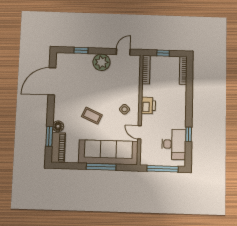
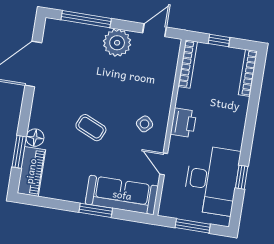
window: (81, 50) -> (86, 19), width x2.17
desk: (174, 144) -> (212, 180), width x1.36, depth x1.30
sofa: (108, 152) -> (122, 195), width x0.74, depth x0.79
window: (101, 167) -> (96, 210), width x0.69
window: (163, 169) -> (193, 226), width x0.69

